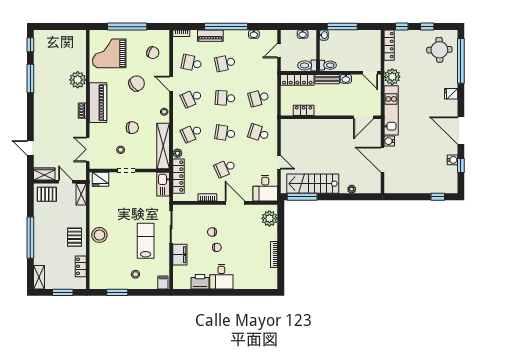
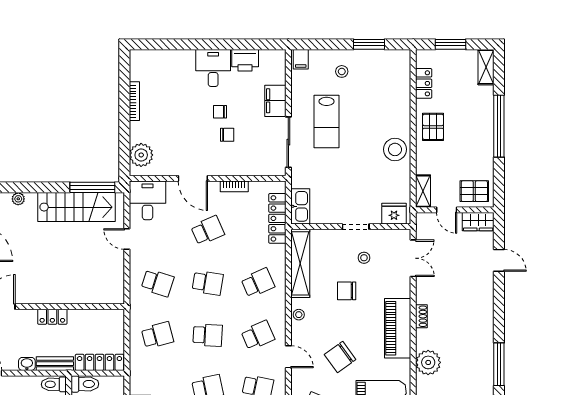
locker: (304, 110) -> (52, 317), moved
plant: (177, 153) -> (279, 253), removed
stool: (99, 235) -> (395, 149), moved

